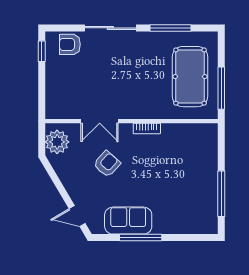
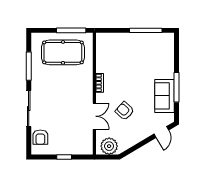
window: (42, 51) -> (64, 157), moved

